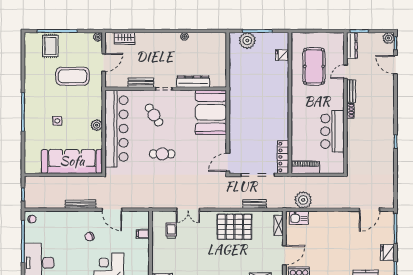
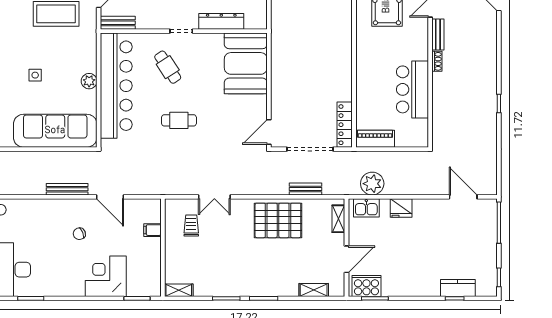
bench: (141, 83) -> (118, 23), moved
door: (370, 210) -> (463, 197), swing flipped
fridge: (387, 252) -> (401, 208), moved, turned -90

